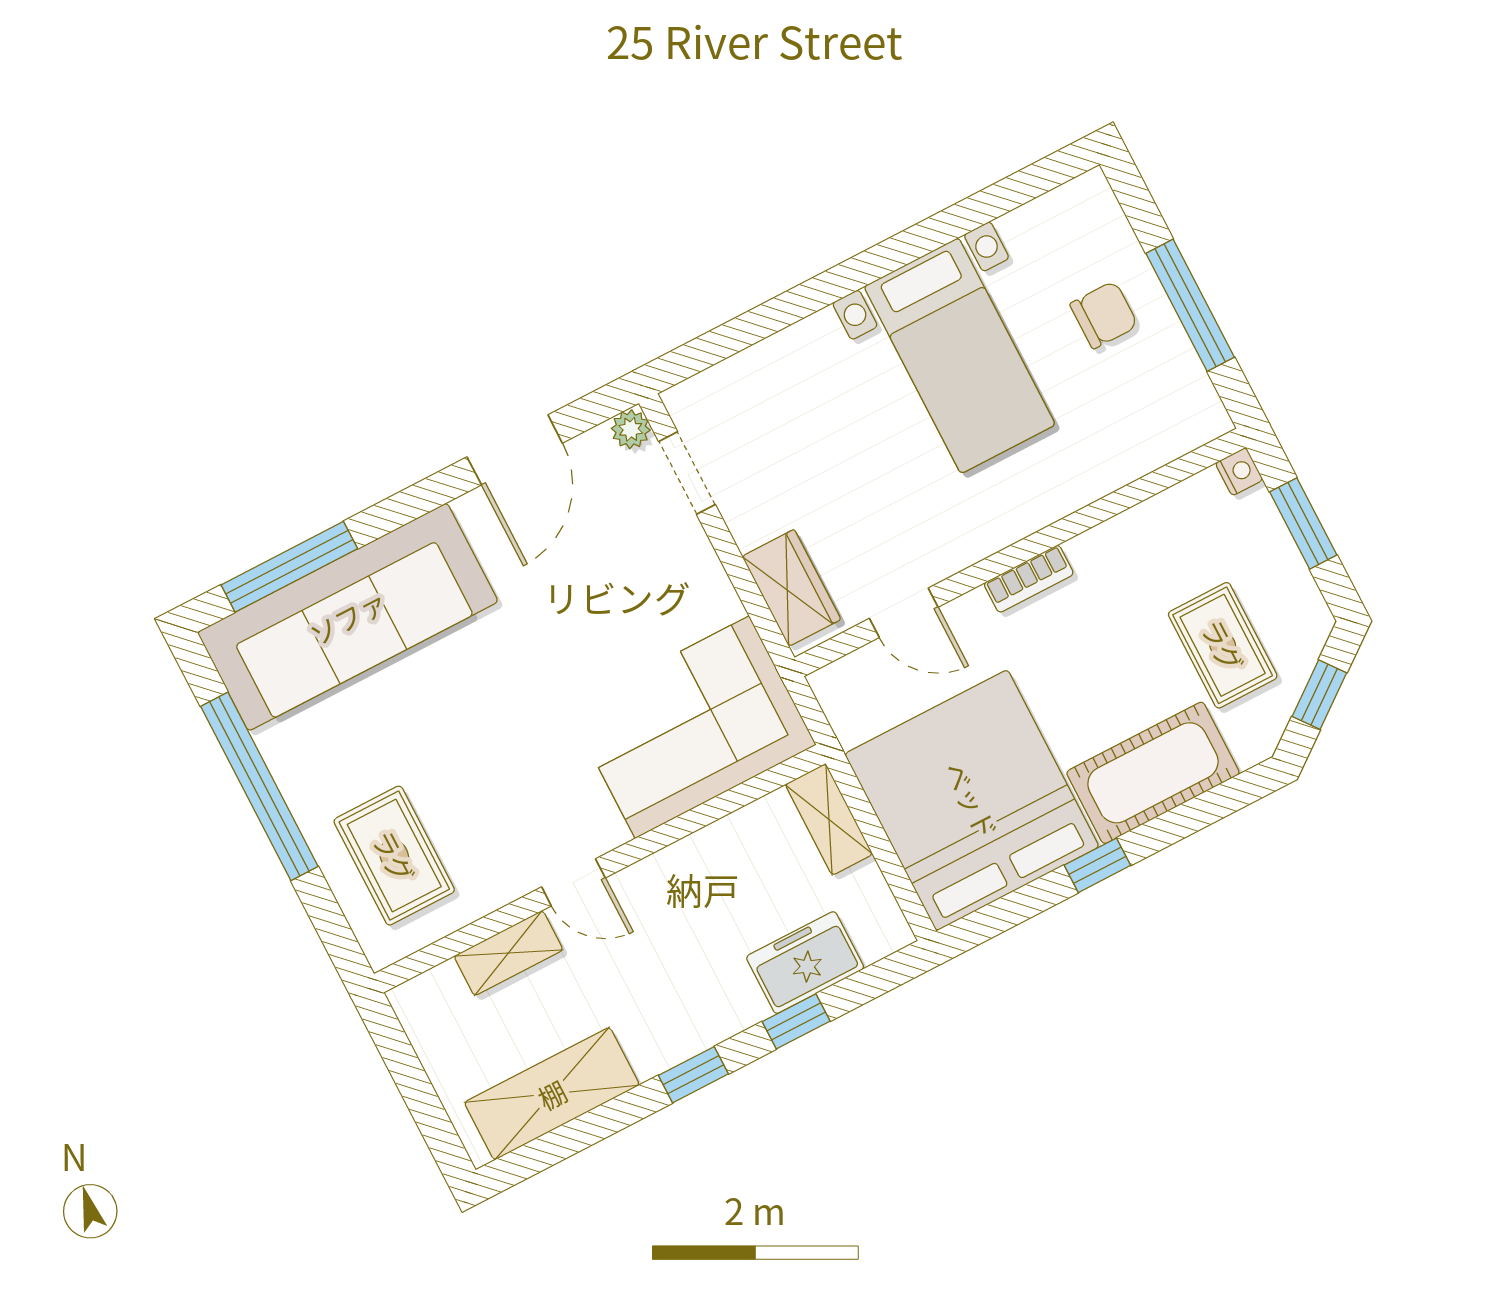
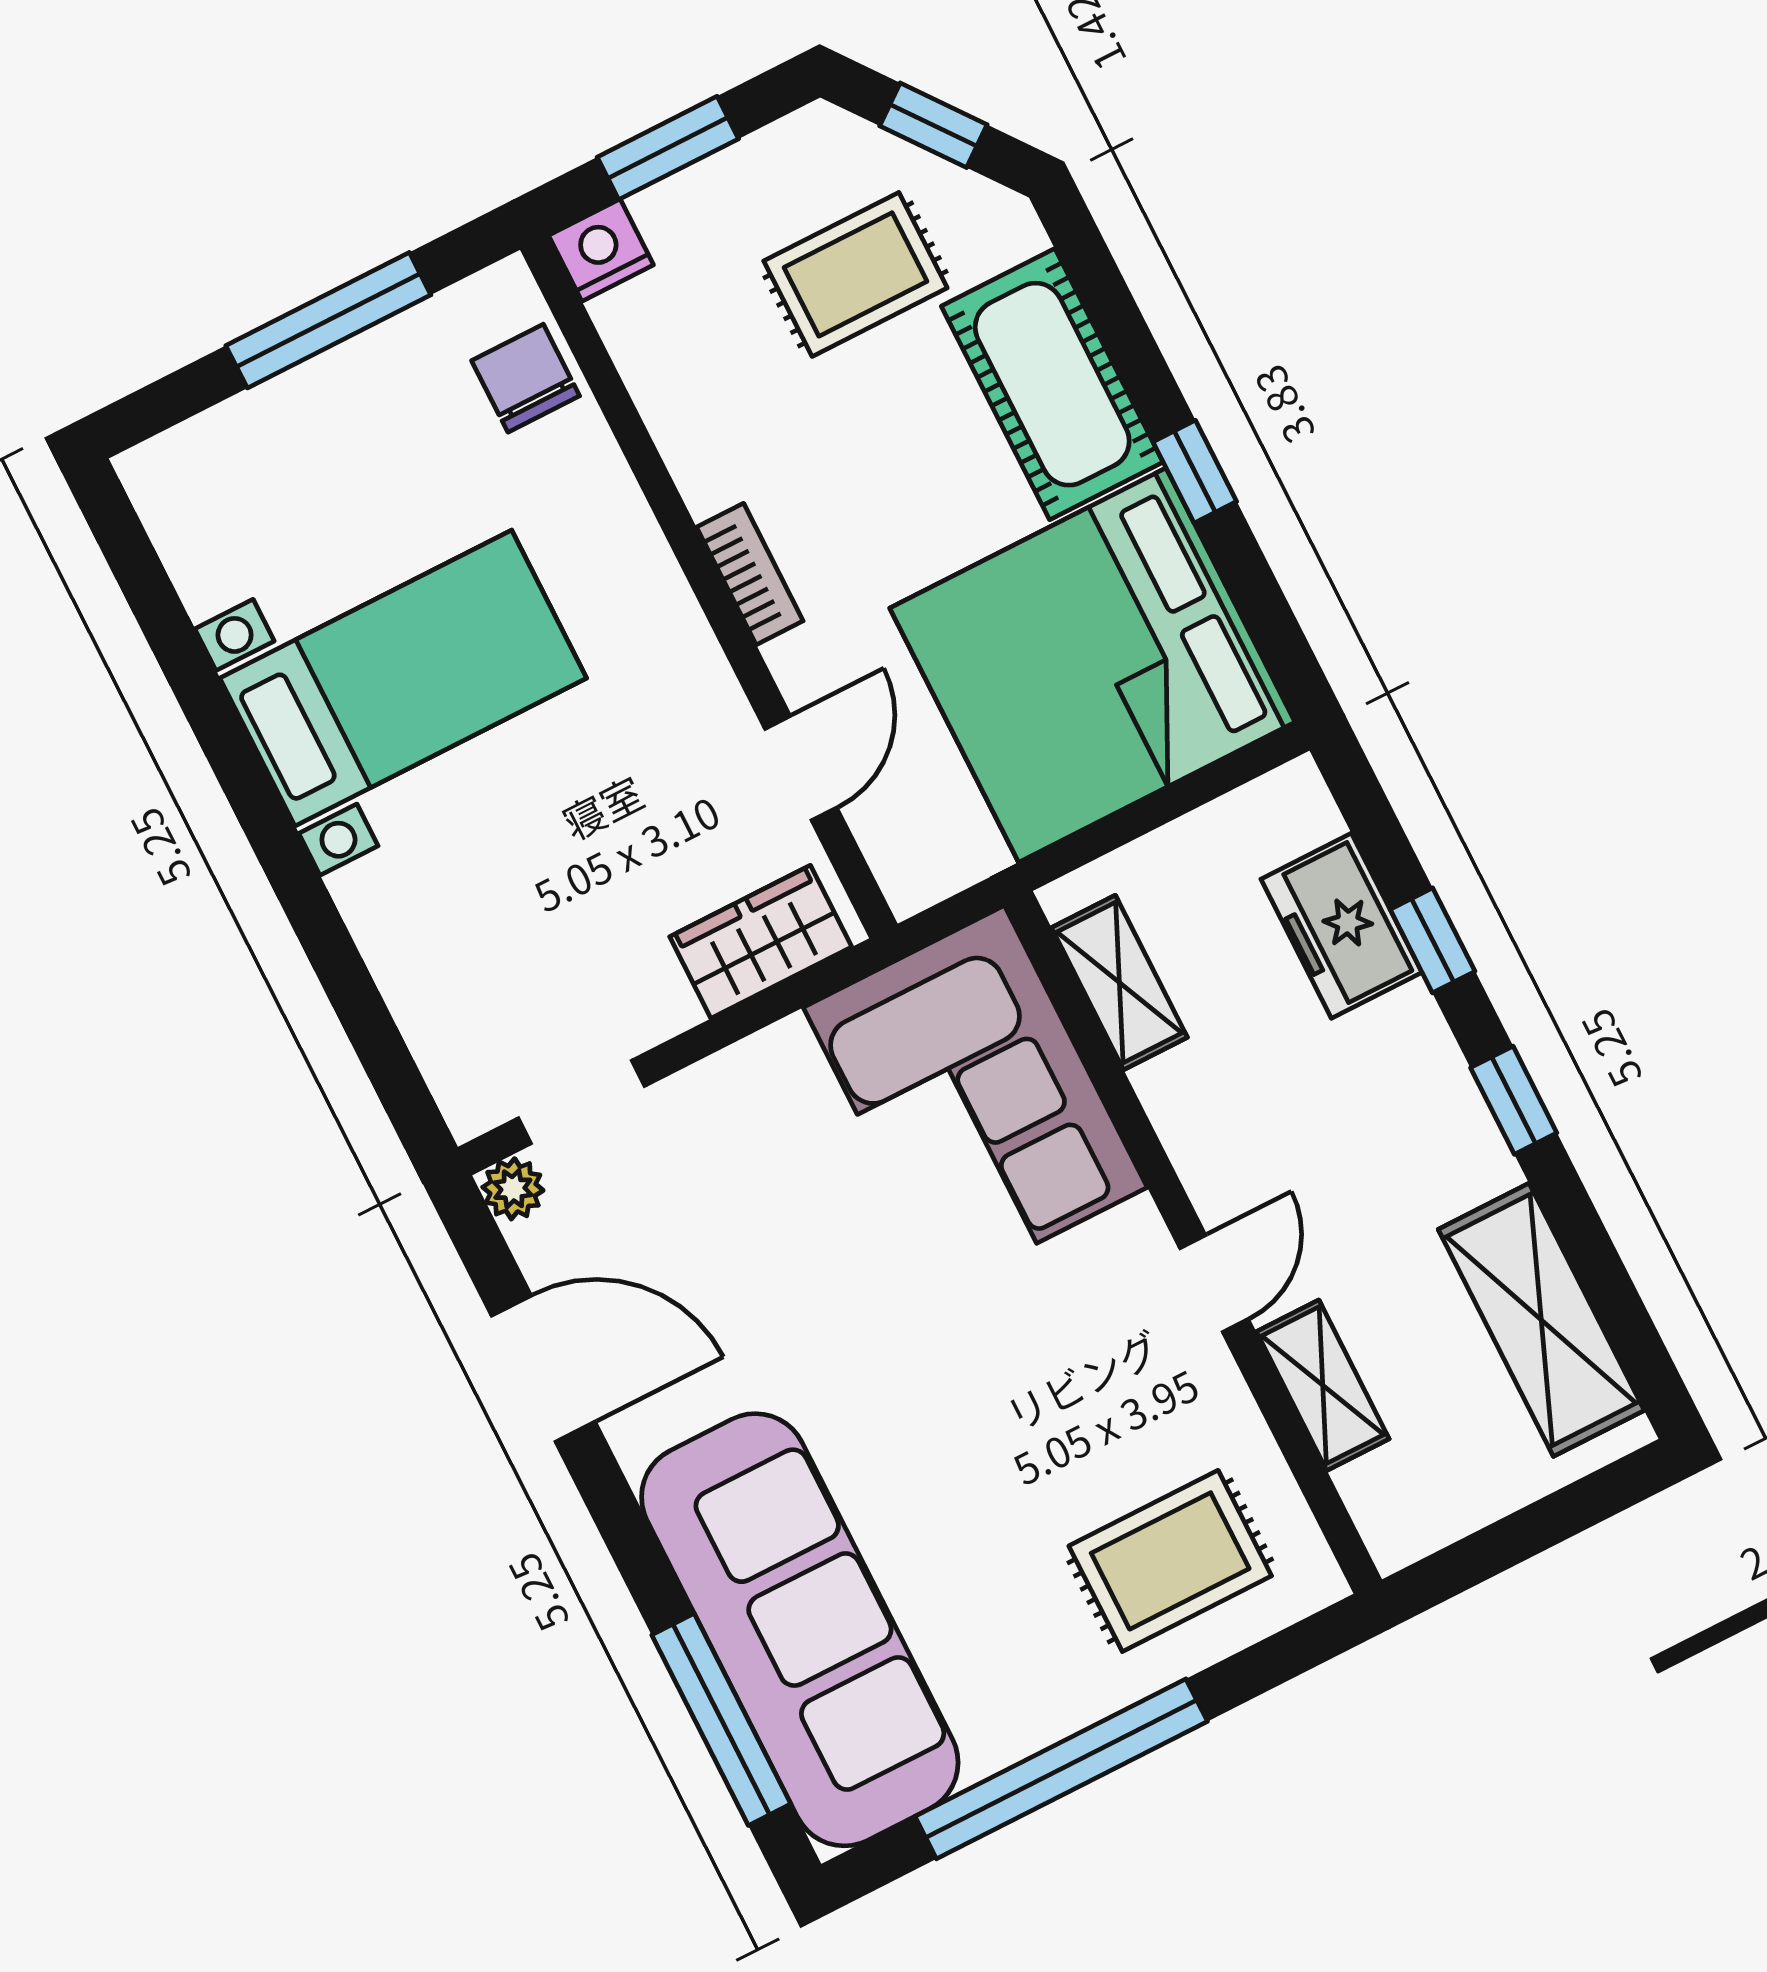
chair: (1104, 315) -> (526, 378), moved
nightstand: (1239, 472) -> (601, 250), width x1.39, depth x1.35
shelving: (829, 819) -> (1119, 982), moved, turned 90

